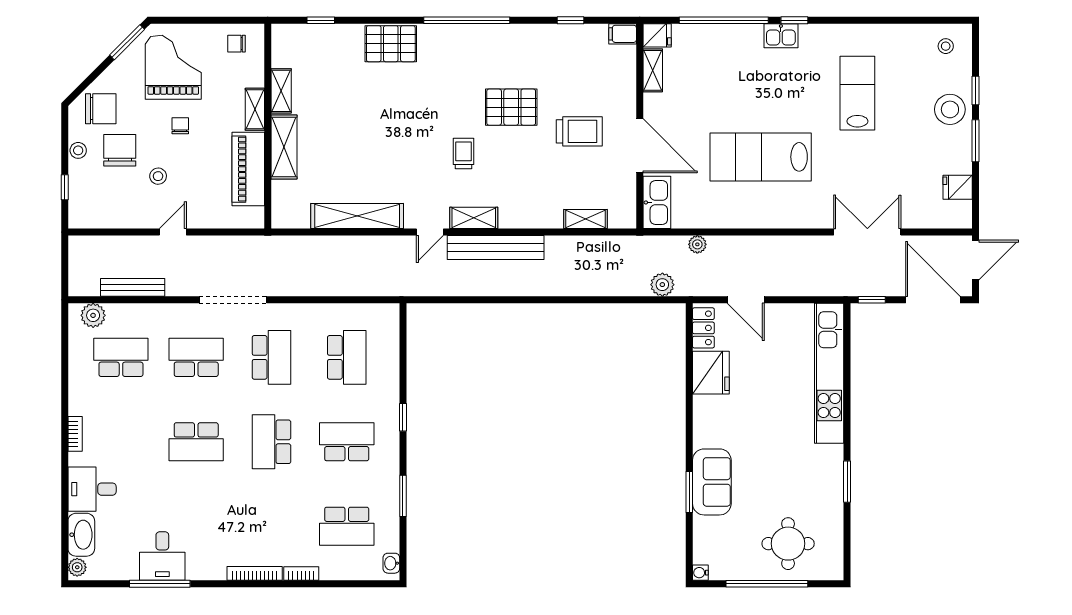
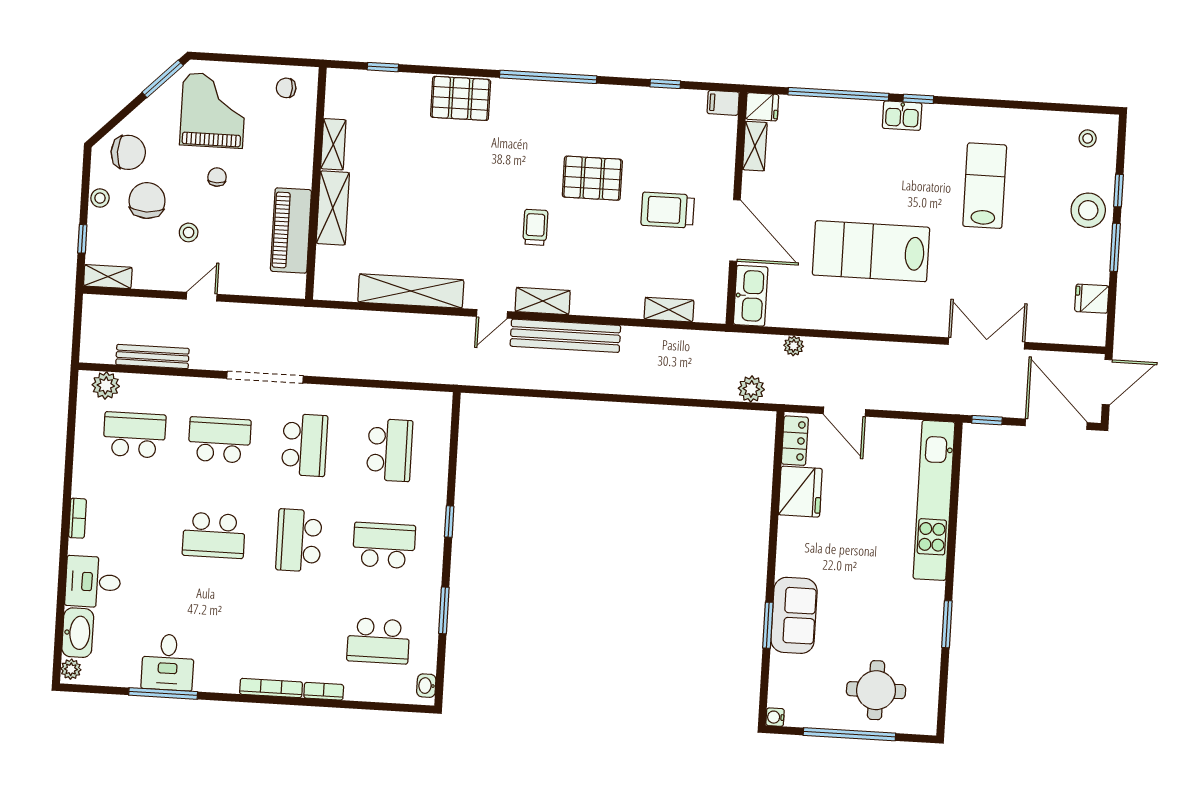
shelving: (255, 109) -> (108, 277), moved, turned 90
trolley: (579, 131) -> (668, 210), turned 180

